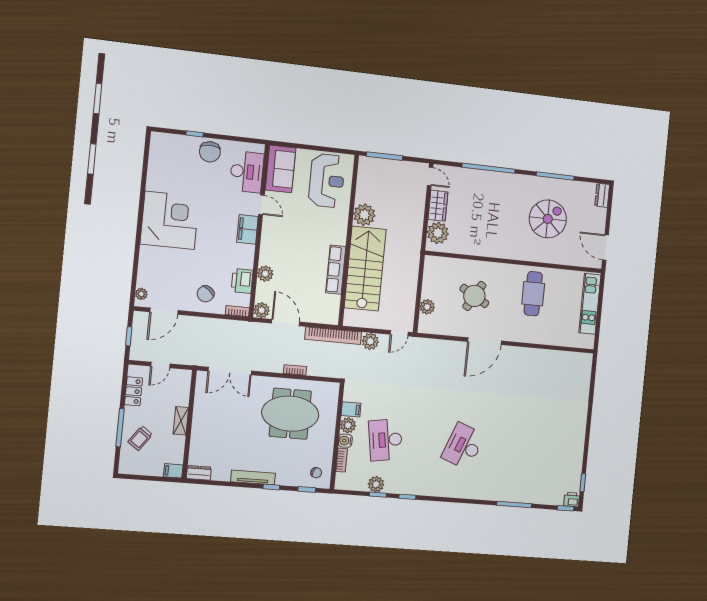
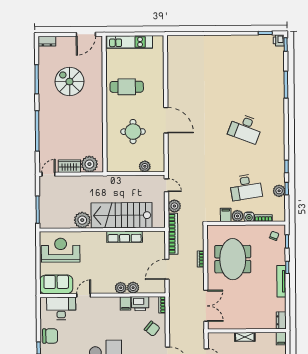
filing cabinet: (247, 229) -> (126, 303), moved, width x0.50
round table: (474, 296) -> (133, 132), turned -30
plant: (262, 310) -> (121, 288), moved

